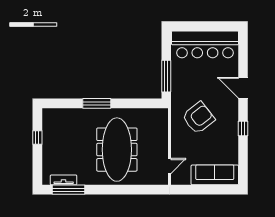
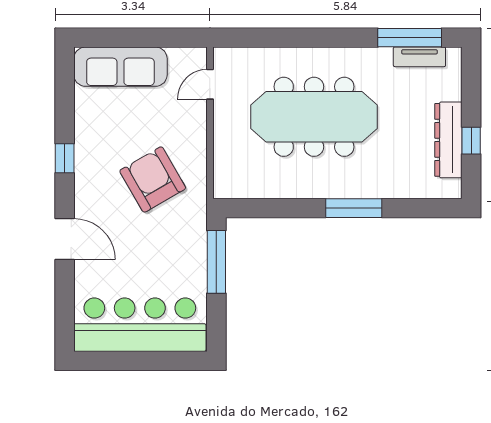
armchair: (198, 118) -> (153, 179), turned 98
dresser: (49, 138) -> (448, 140), added
meeting table: (117, 150) -> (314, 117), turned 90

